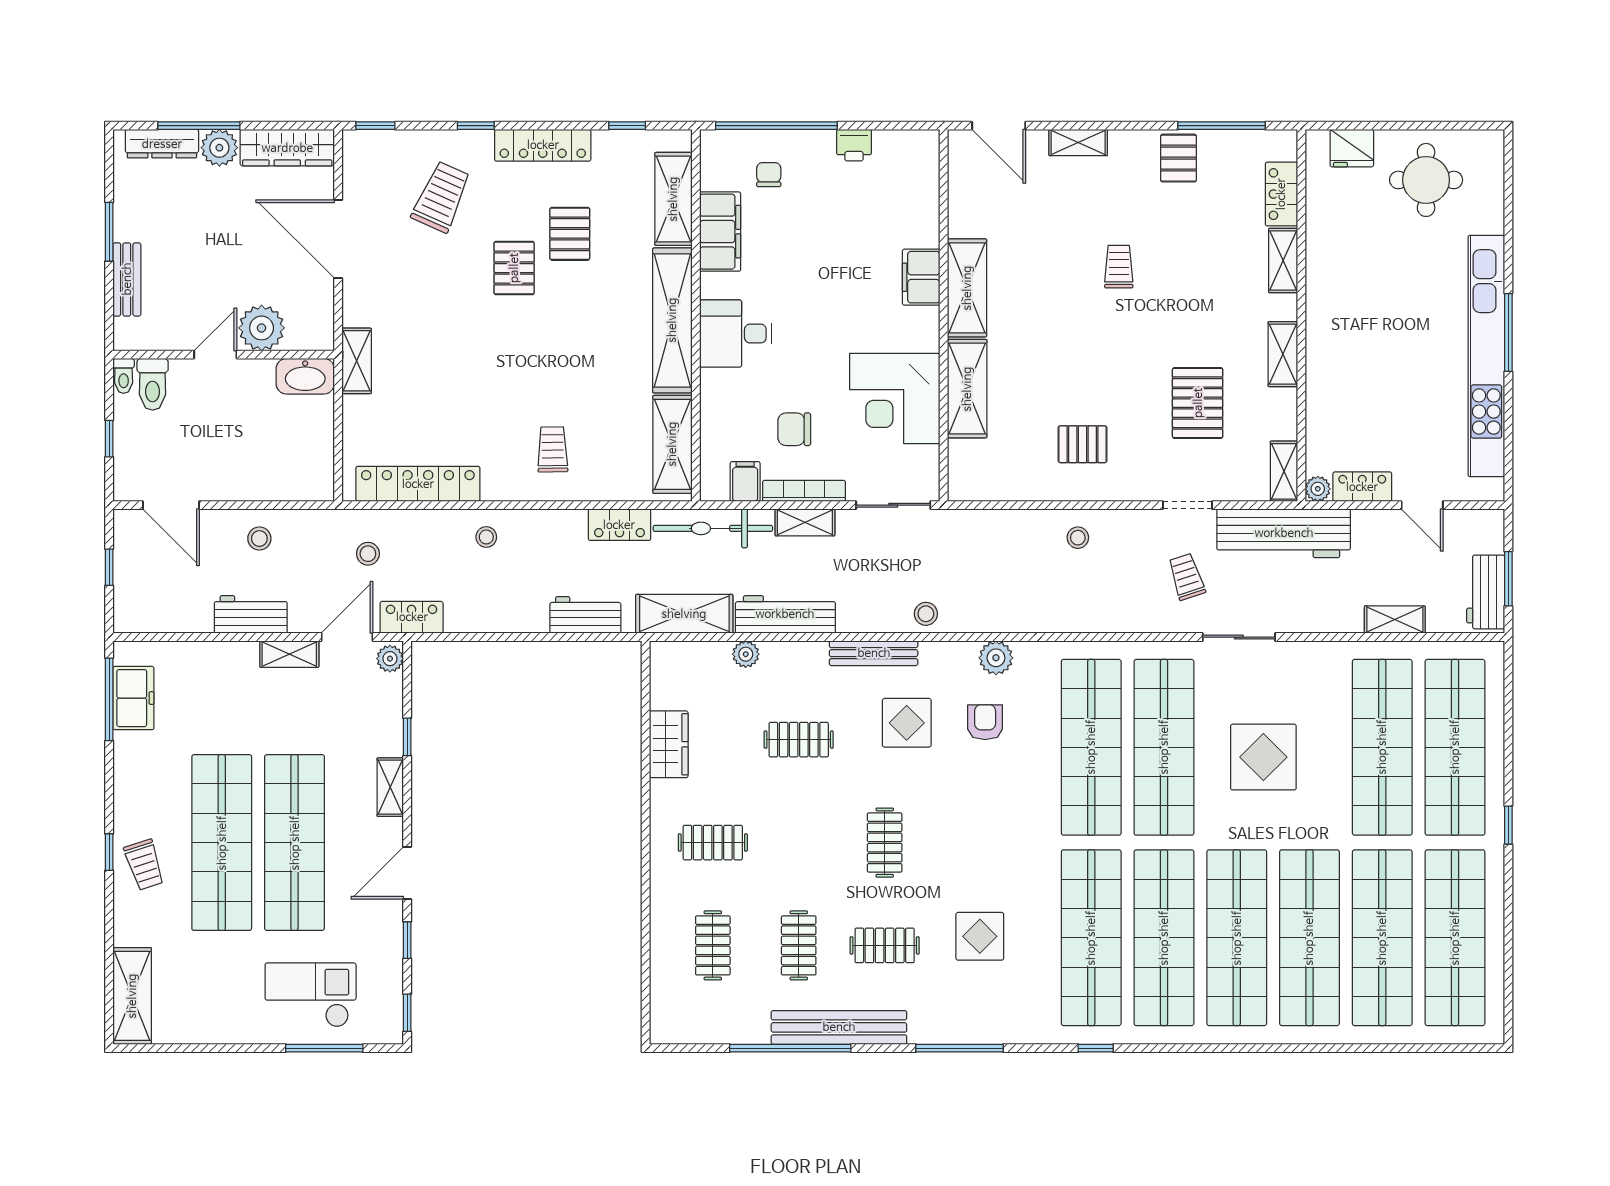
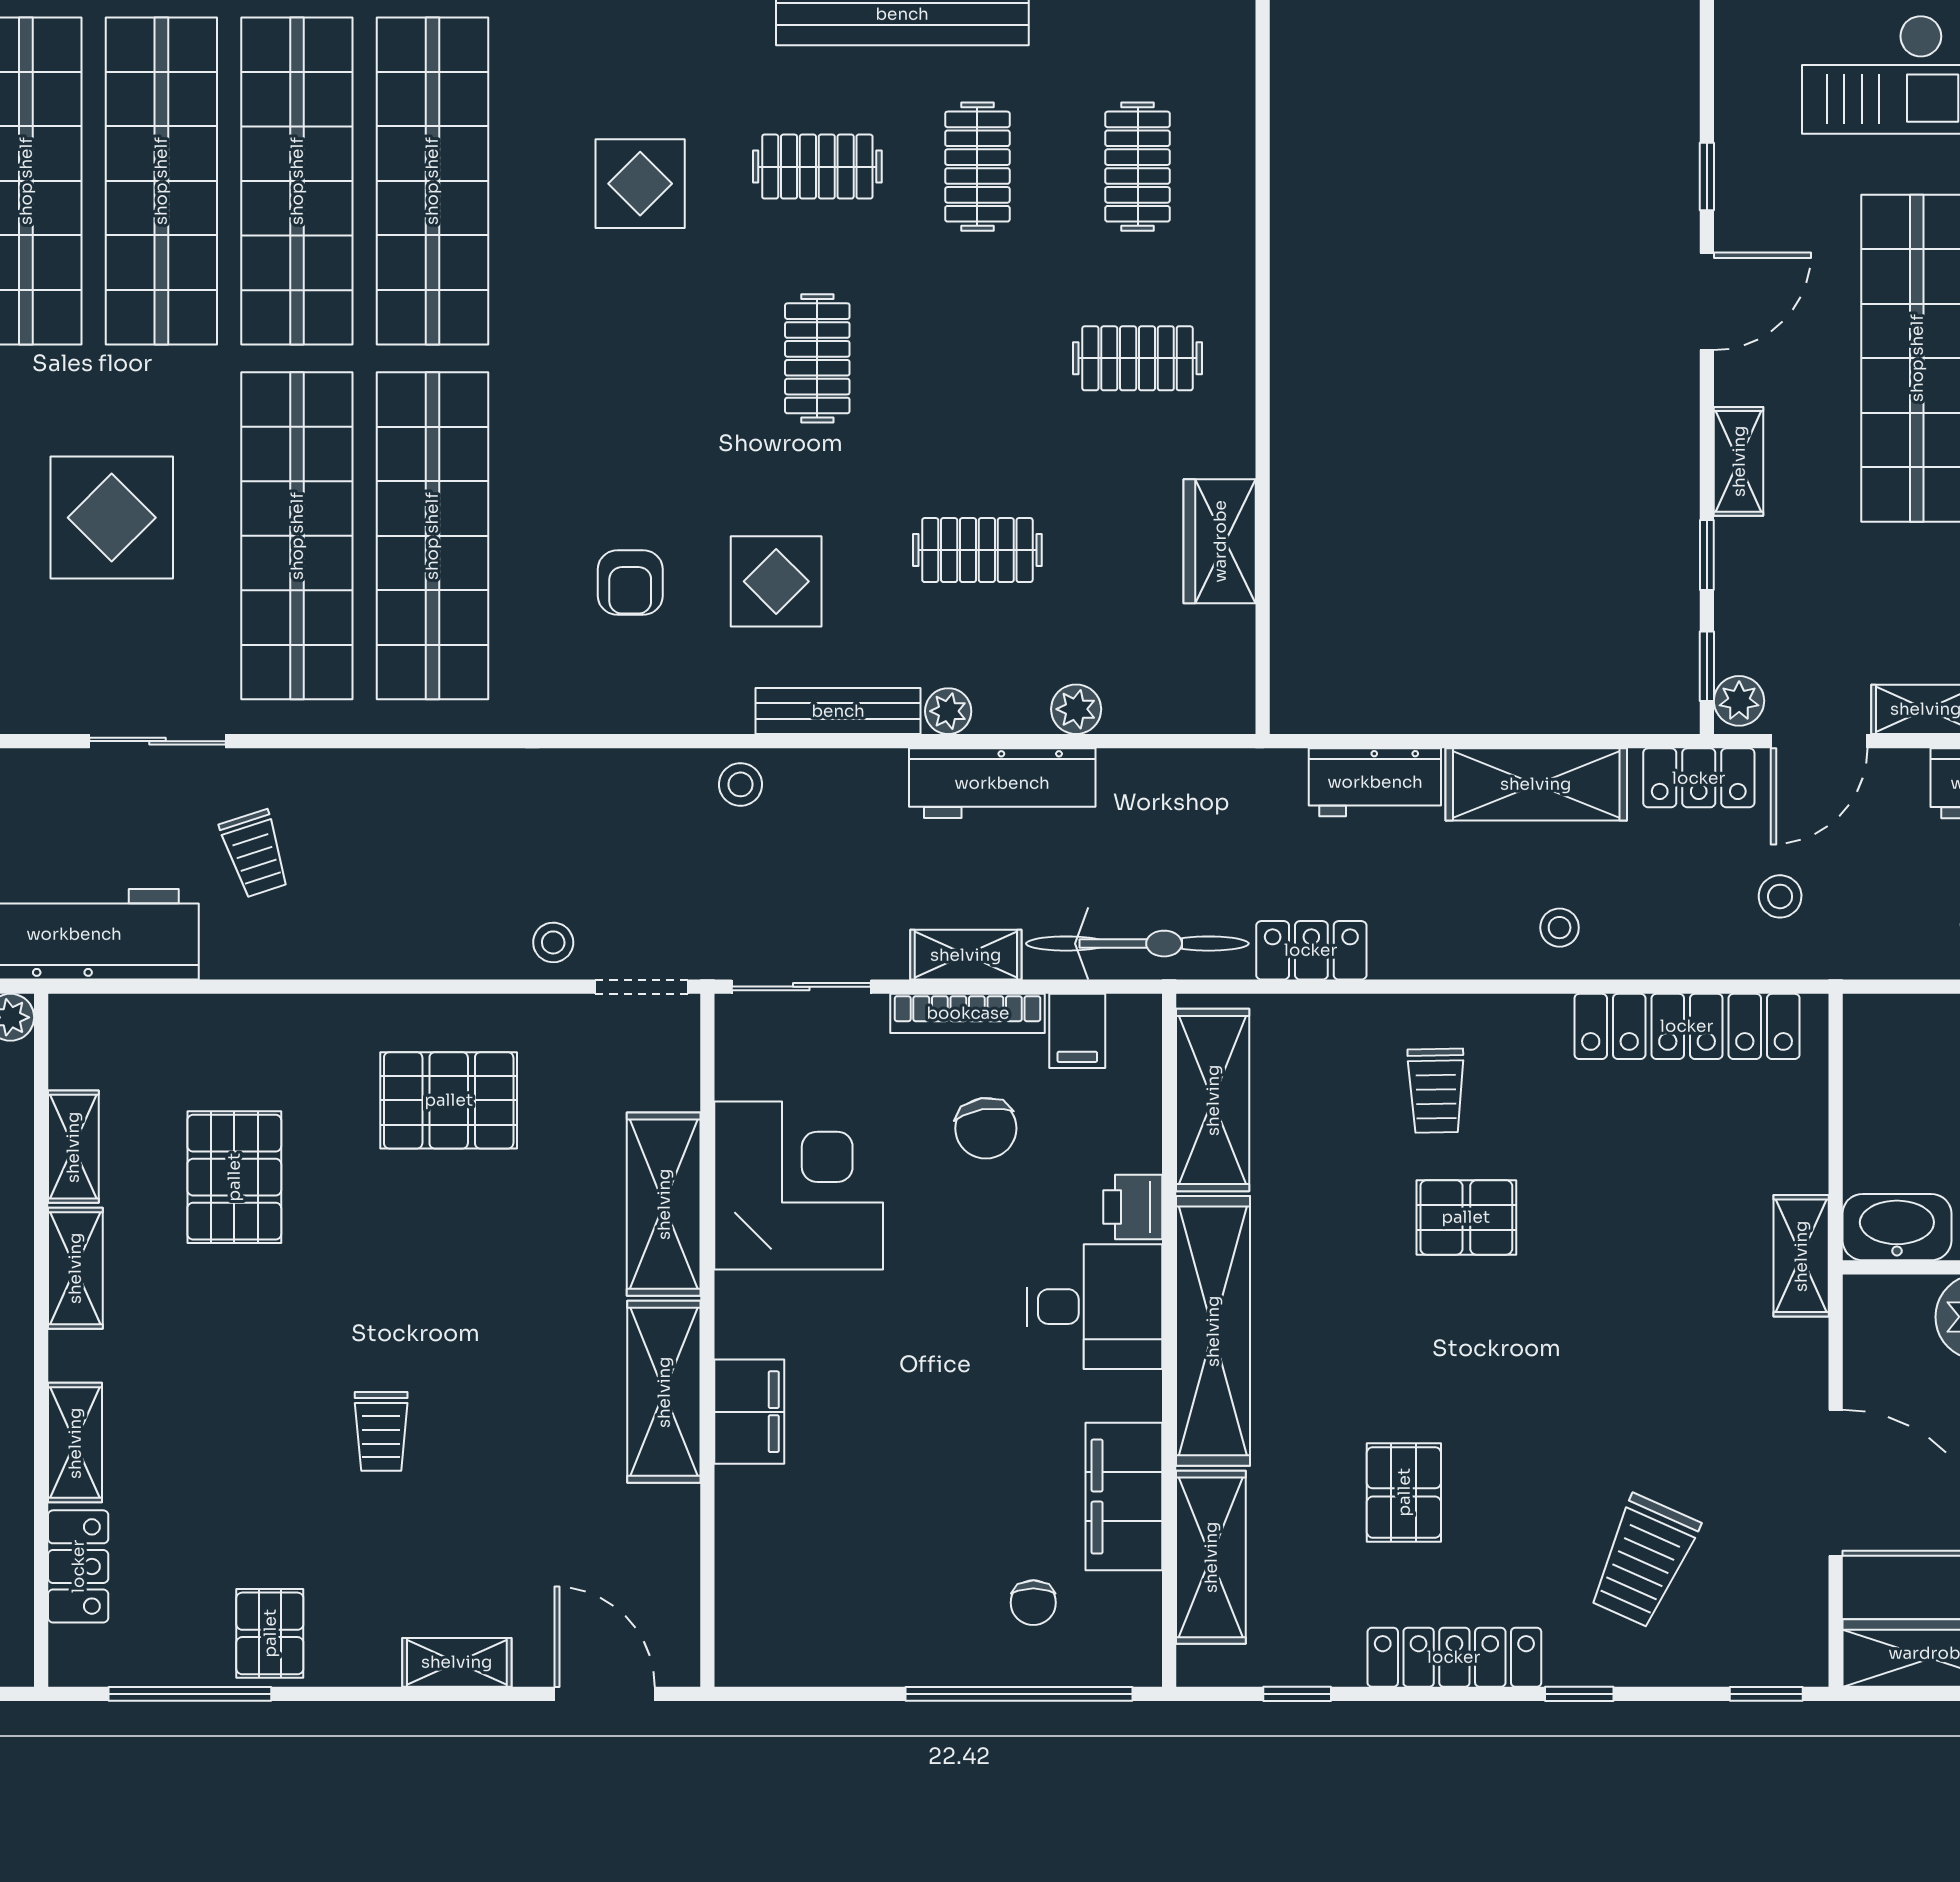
printer: (854, 145) -> (1133, 1207), moved, turned -90
pallet: (514, 268) -> (1466, 1217), moved, turned 90
chair: (794, 429) -> (986, 1128), turned 81
pallet: (1083, 444) -> (449, 1100), width x1.50, depth x1.42
shelving: (1284, 471) -> (73, 1147), moved
doorway: (1188, 505) -> (642, 987), moved
stool: (1078, 538) -> (553, 942), moved
shelving: (684, 614) -> (1536, 784), moved
plant: (996, 658) -> (948, 711), moved, width x0.73, depth x0.73
window: (407, 1013) -> (1707, 666), moved

